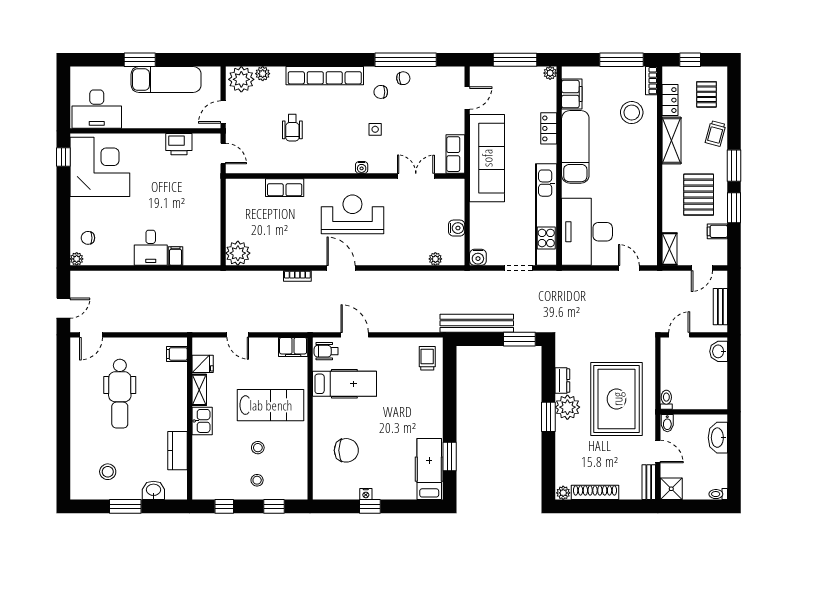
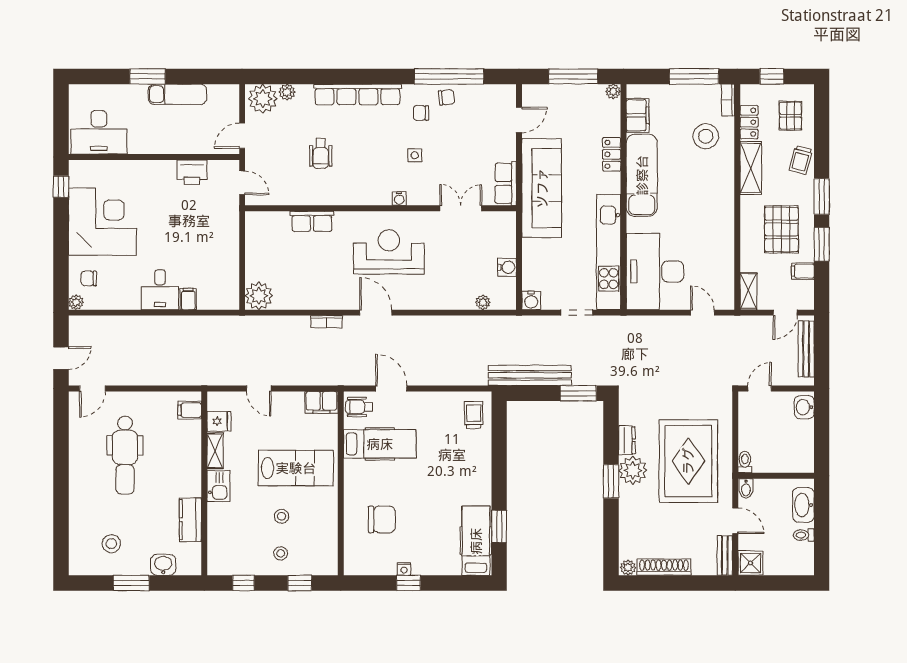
exam couch: (166, 80) -> (177, 94), width x0.73, depth x0.69
corner desk: (100, 167) -> (102, 222), moved
bench: (720, 307) -> (806, 349), width x1.36
toilet: (718, 494) -> (804, 535), moved

